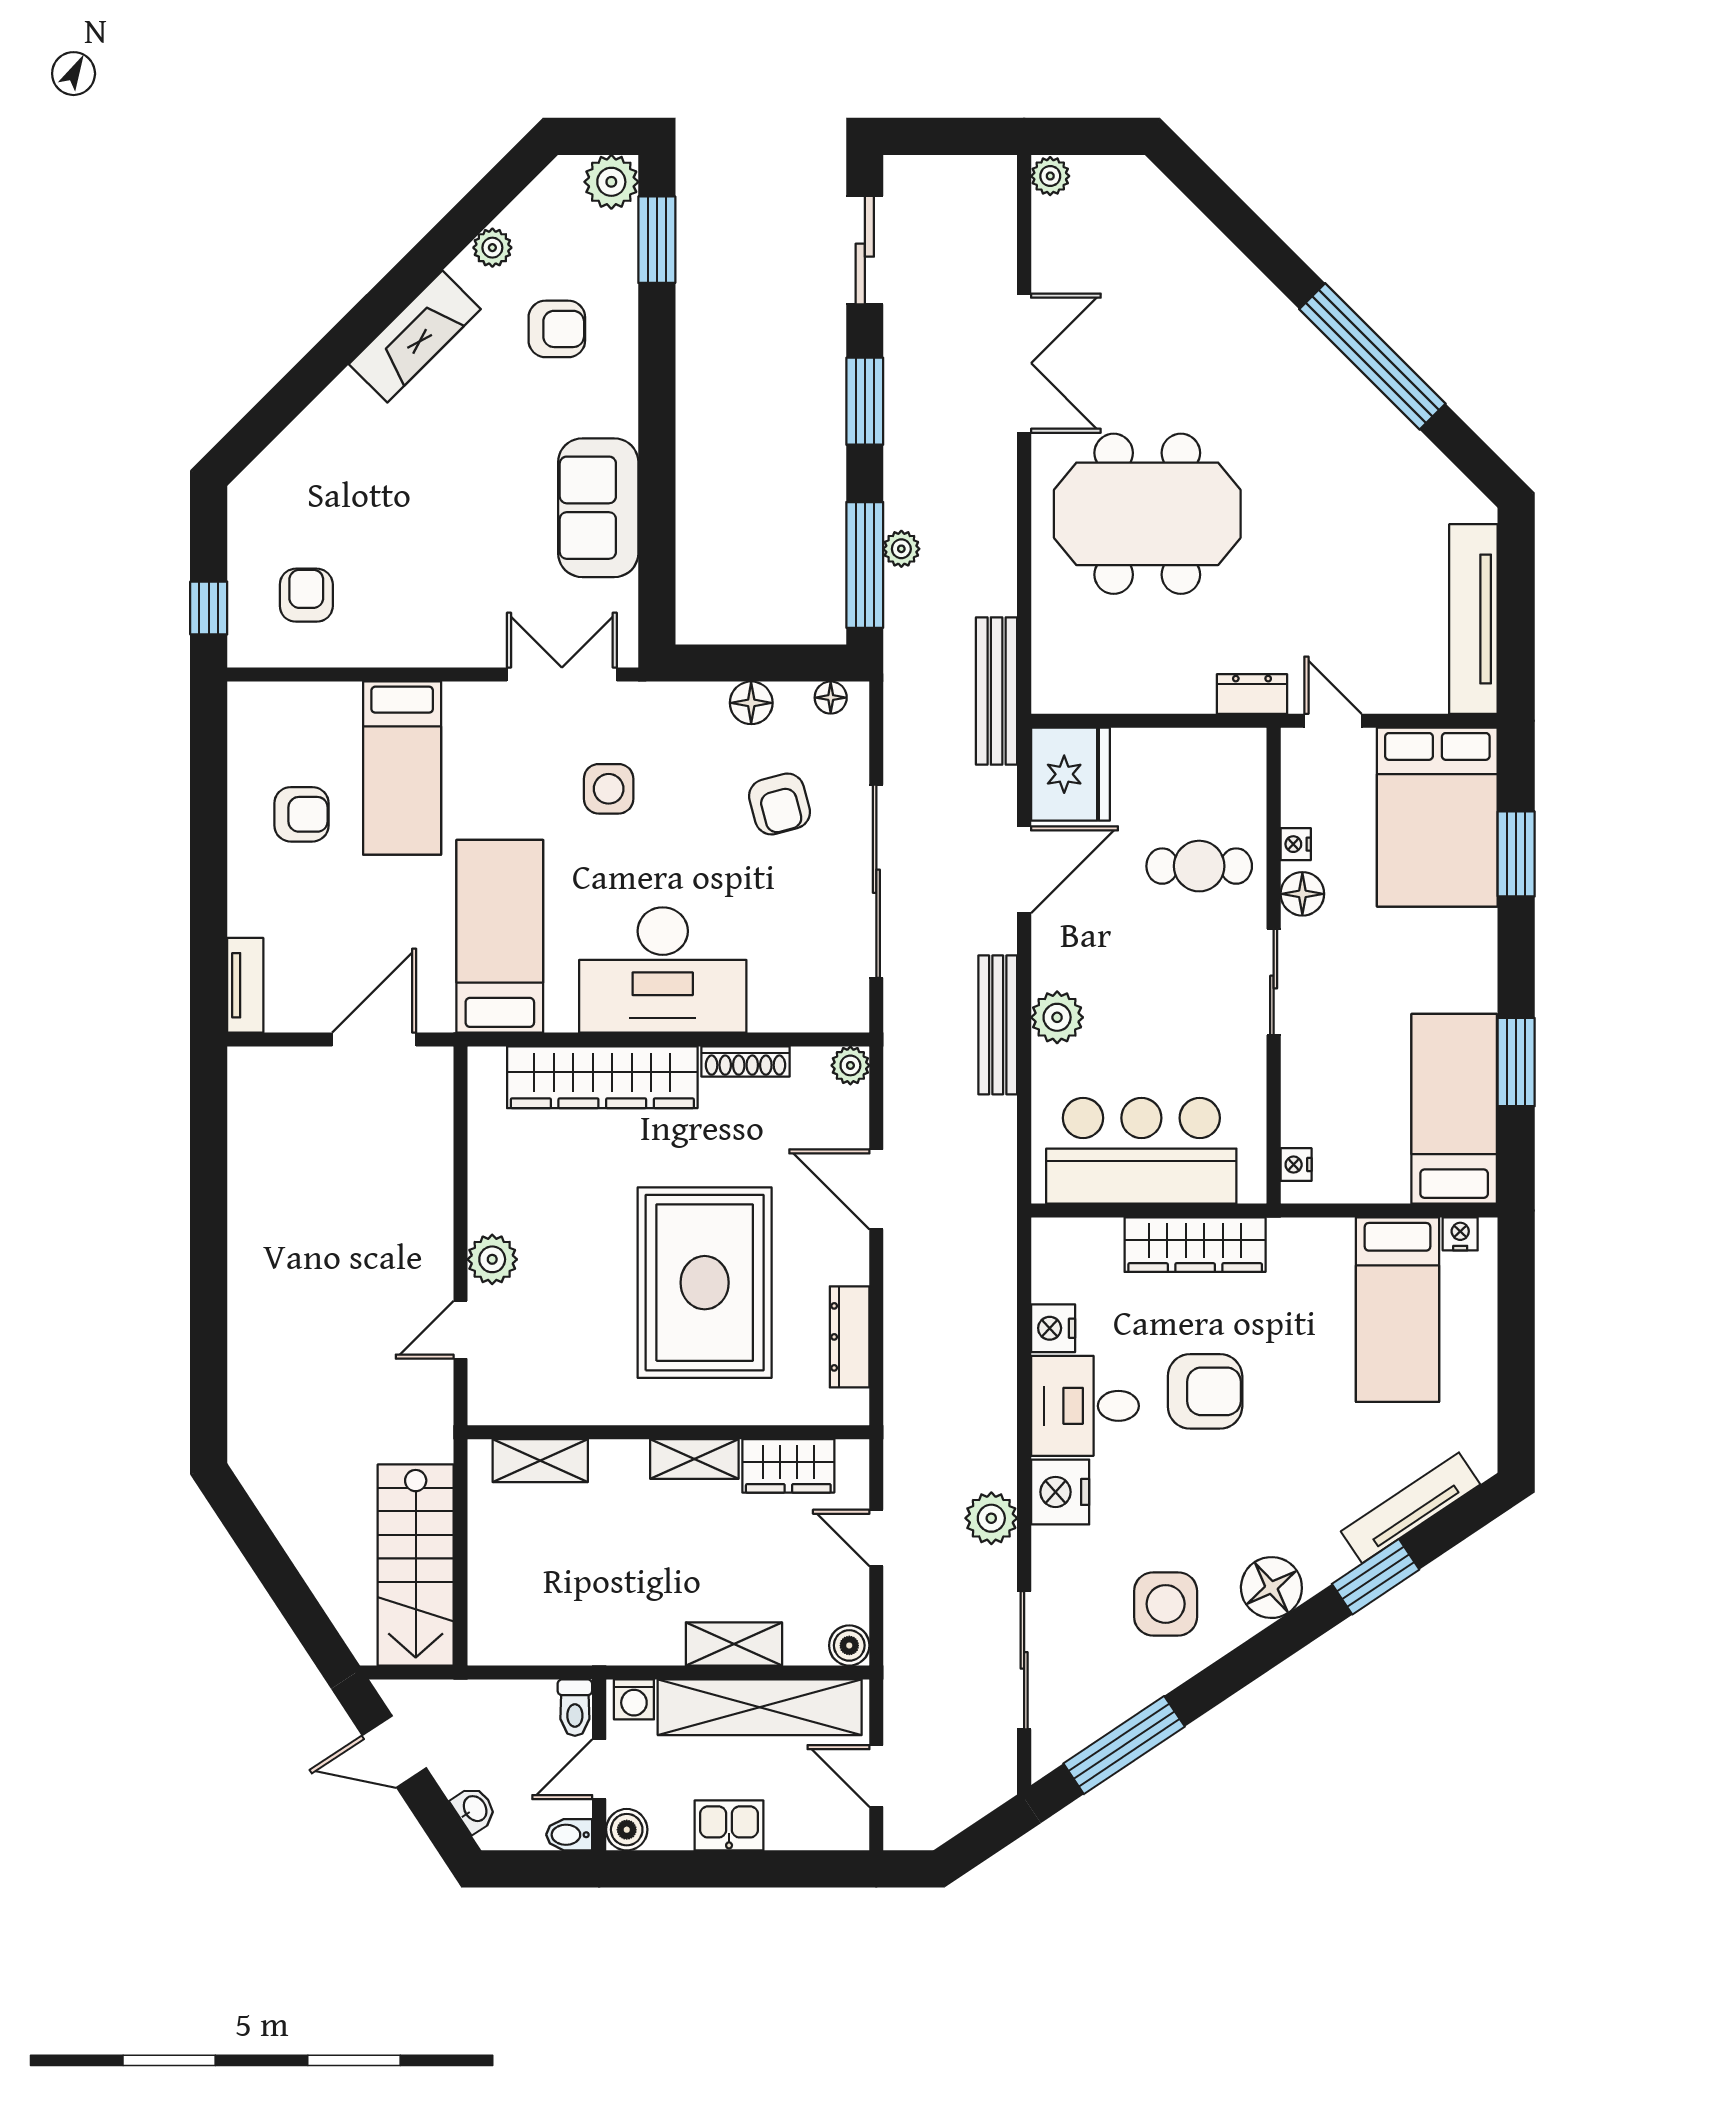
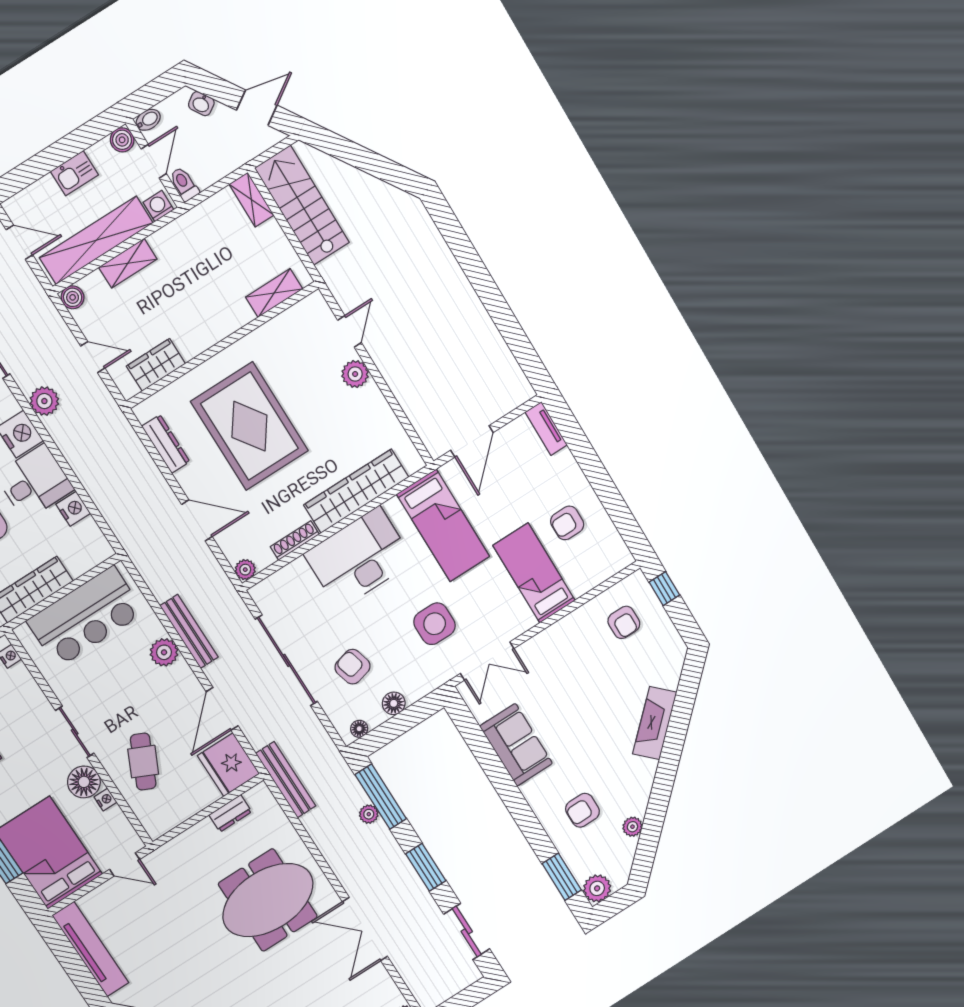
fireplace: (415, 337) -> (655, 723), moved
dresser: (1252, 694) -> (230, 813), moved
side table: (609, 789) -> (435, 624), width x1.37, depth x1.37
cafe table: (1199, 866) -> (143, 762), turned -65
floor lamp: (1302, 894) -> (84, 782), width x1.38, depth x1.38
shelving: (694, 1459) -> (251, 200), moved, turned 90

